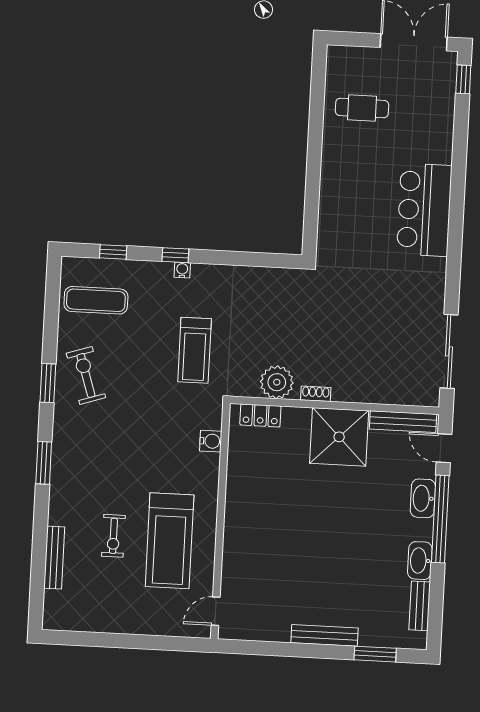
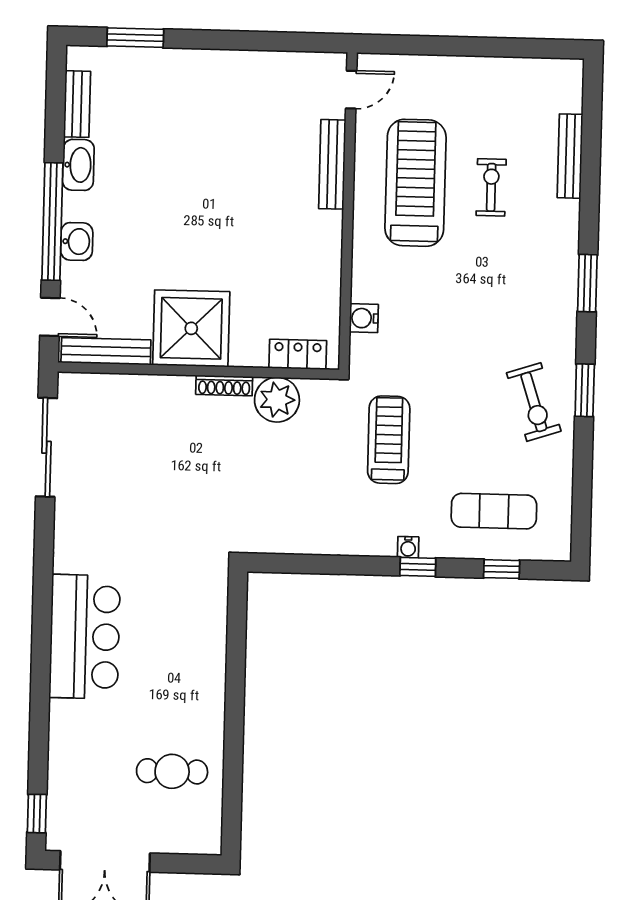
exercise mat: (96, 300) -> (494, 511), moved
shoe rack: (316, 394) -> (224, 385), width x1.43
washbasin: (423, 498) -> (77, 241), width x0.72
bench: (325, 635) -> (332, 164), moved, turned 90

